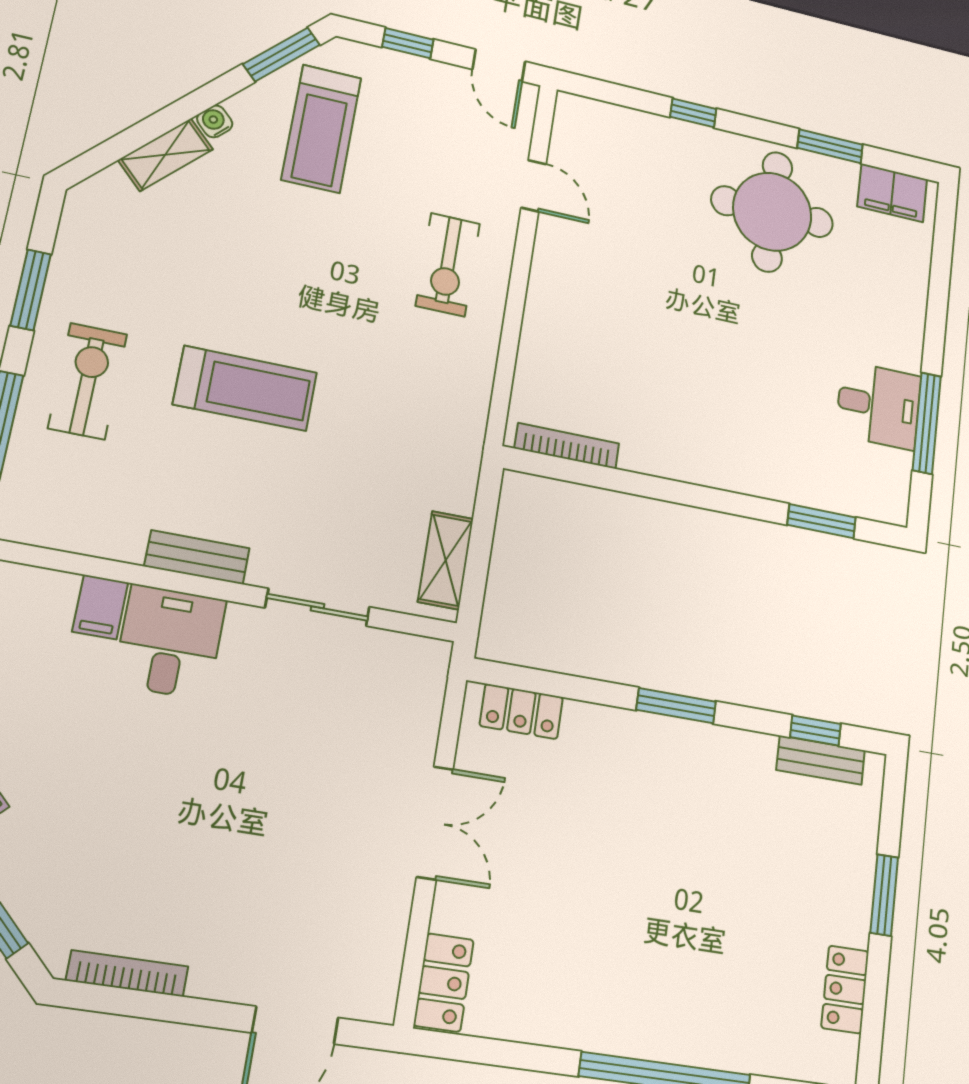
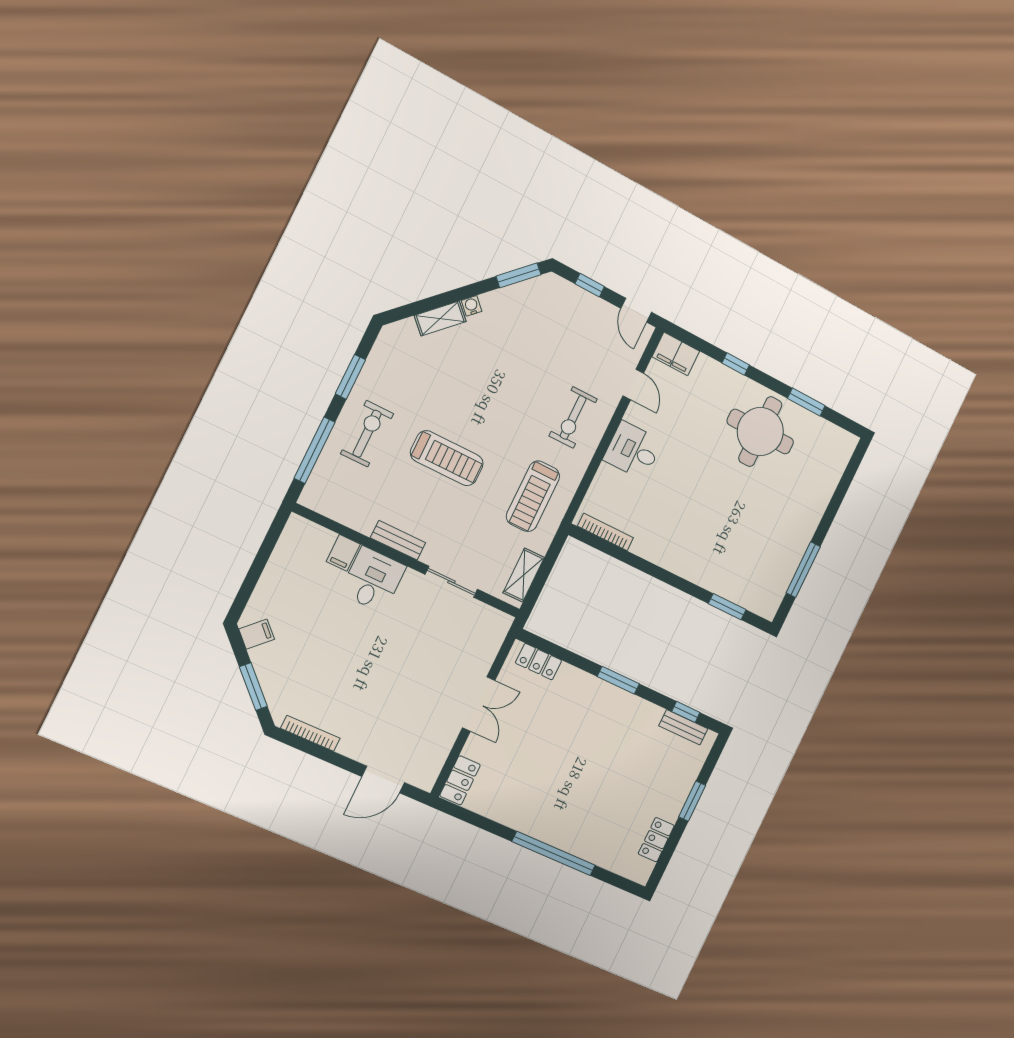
treadmill: (321, 129) -> (533, 496), moved
filing cabinet: (892, 193) -> (676, 354), moved
desk: (879, 405) -> (633, 450), moved, turned 180

